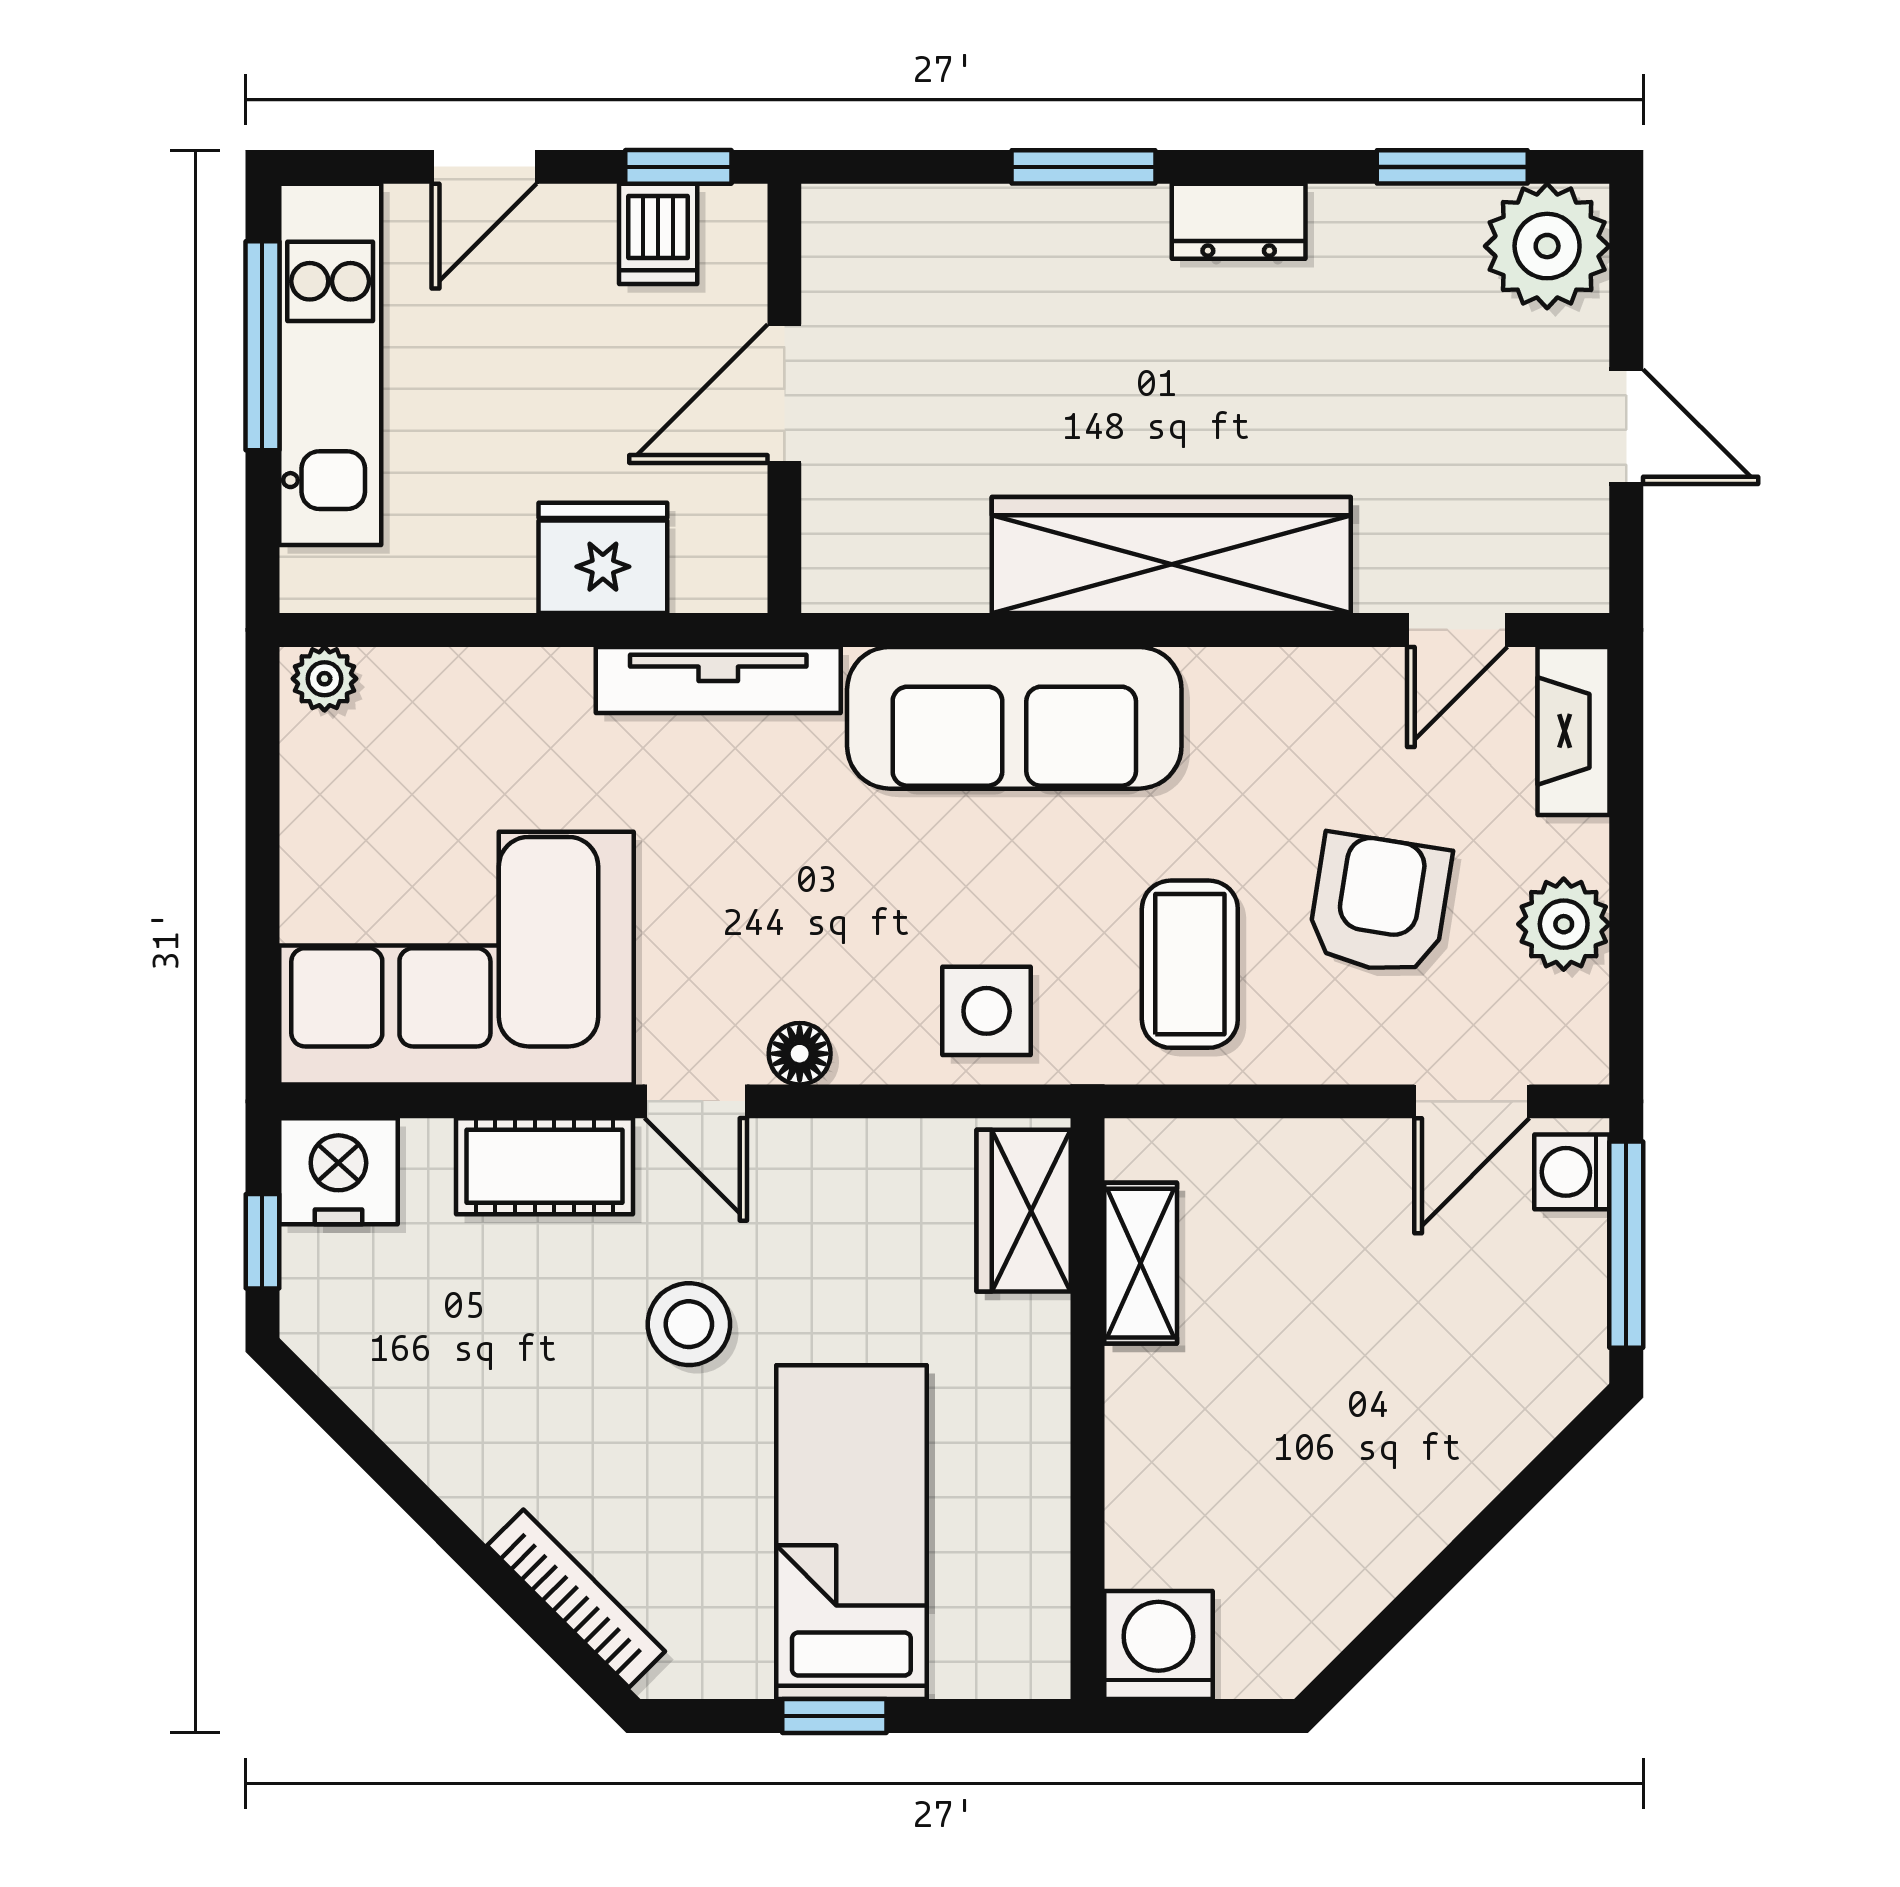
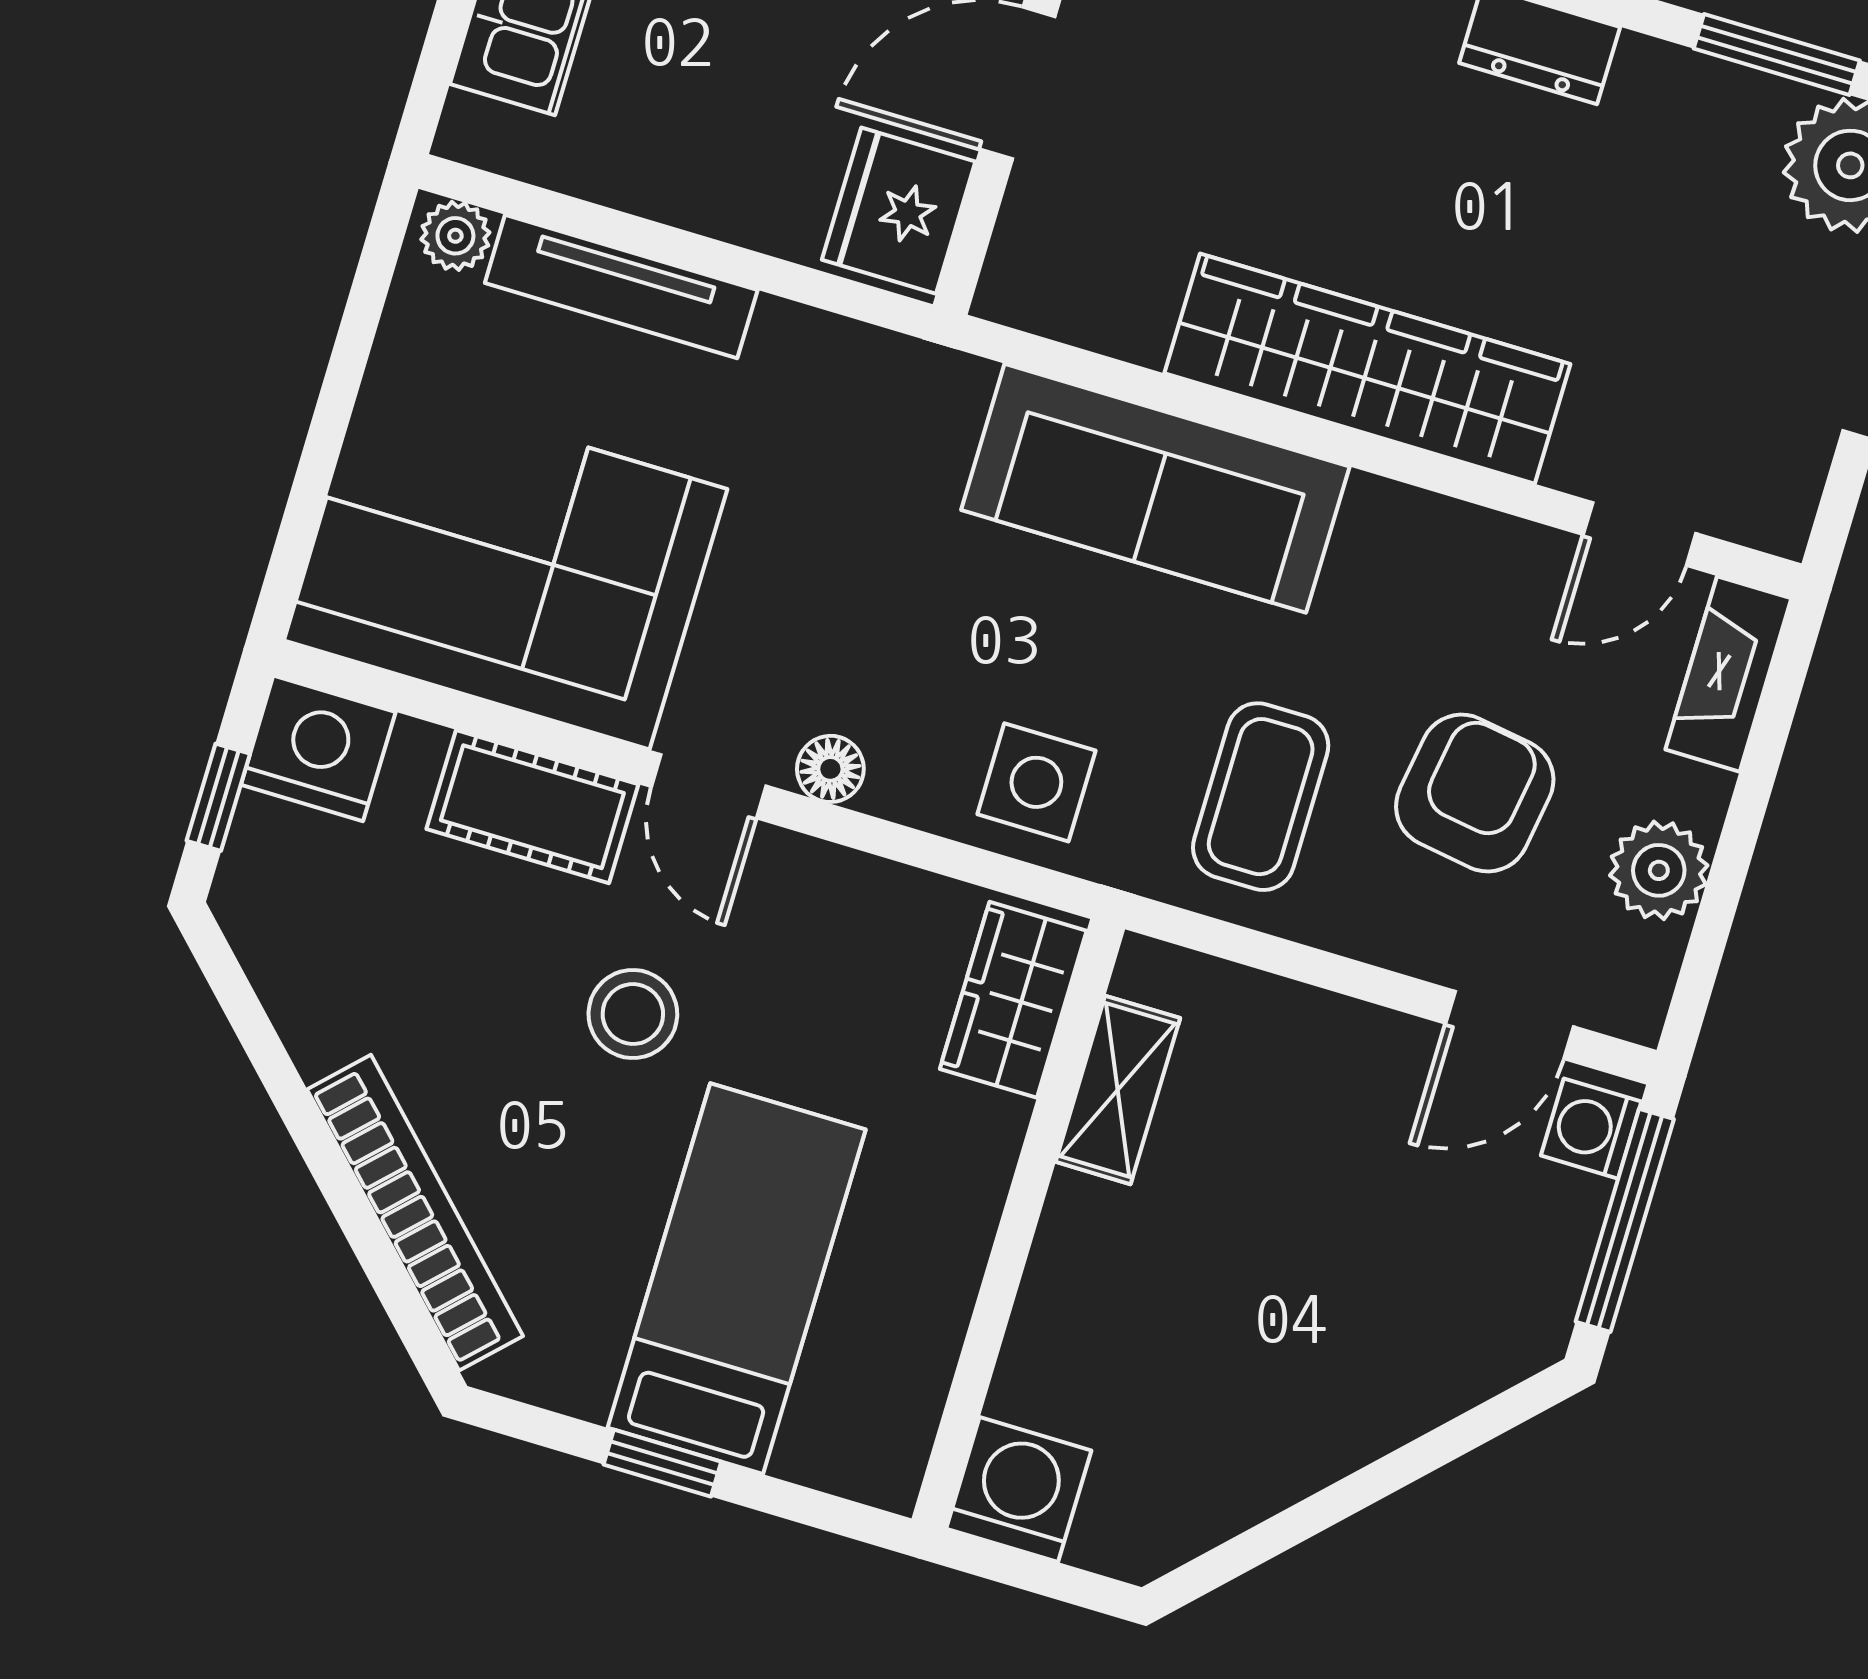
fridge: (603, 558) -> (899, 211), moved, turned -90
tv unit: (718, 680) -> (621, 287), moved
bookcase: (576, 1599) -> (415, 1213), width x1.48, depth x1.31

